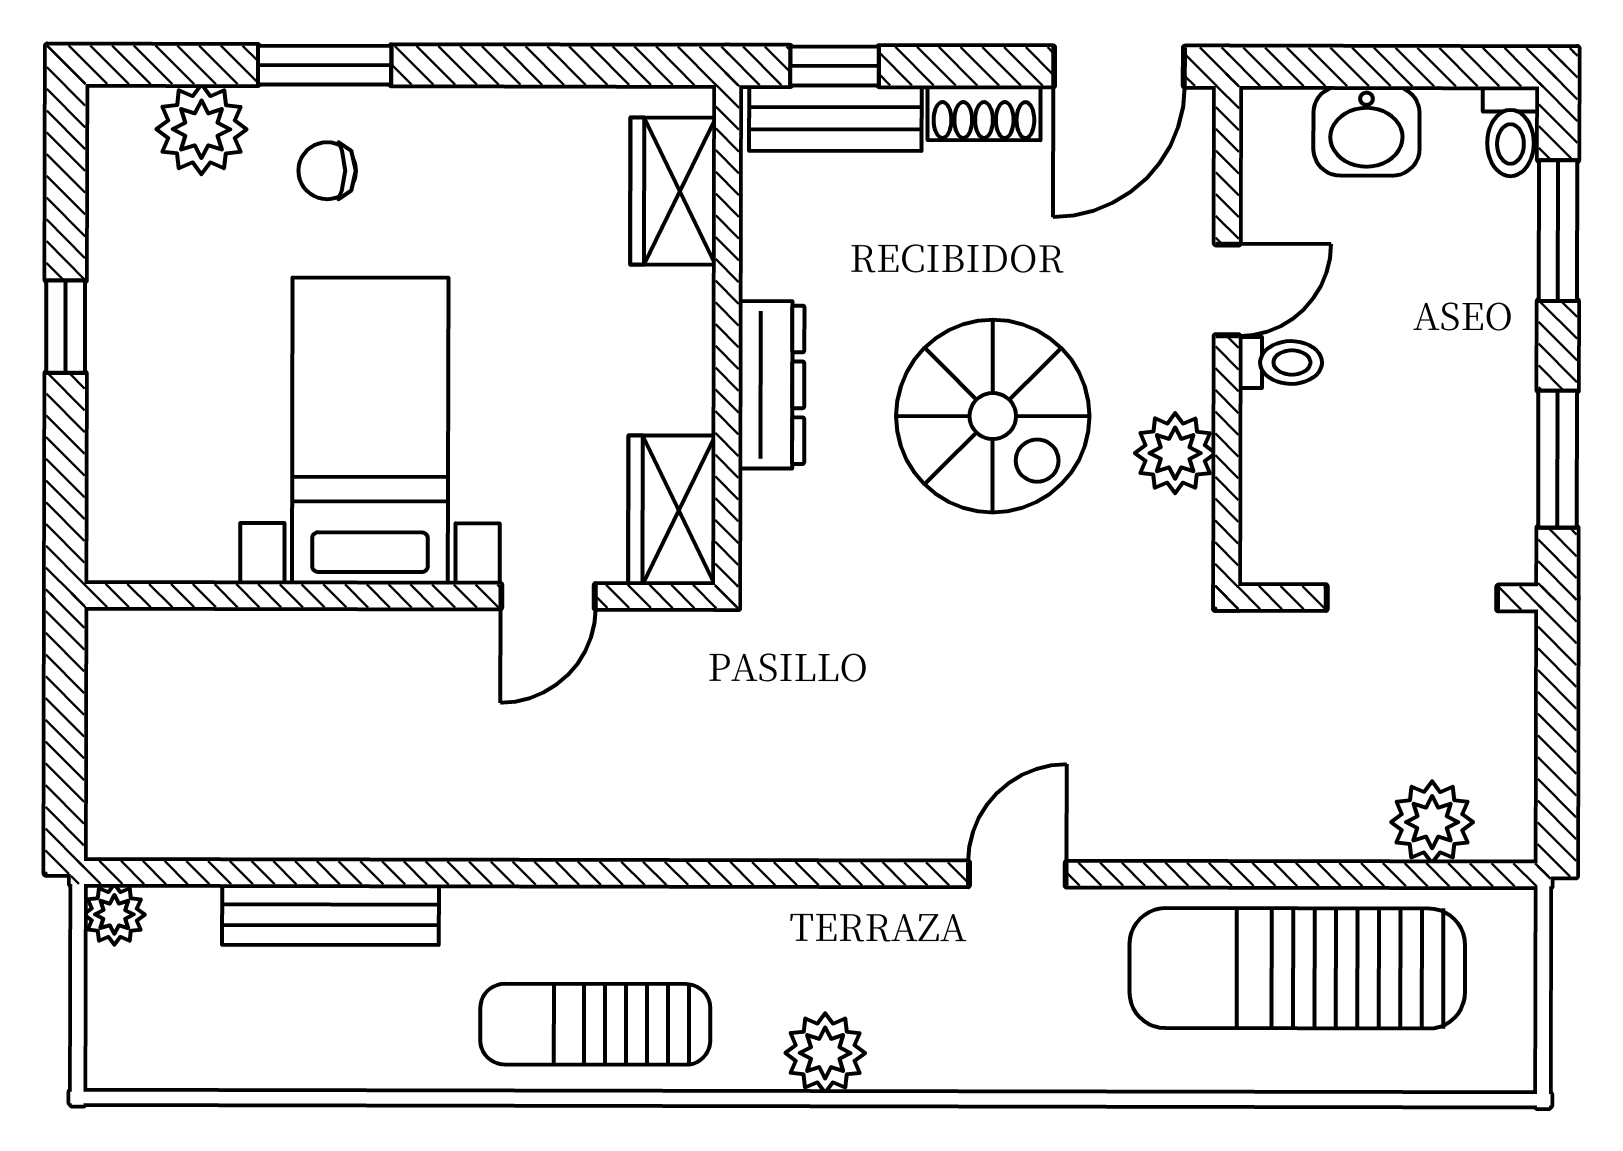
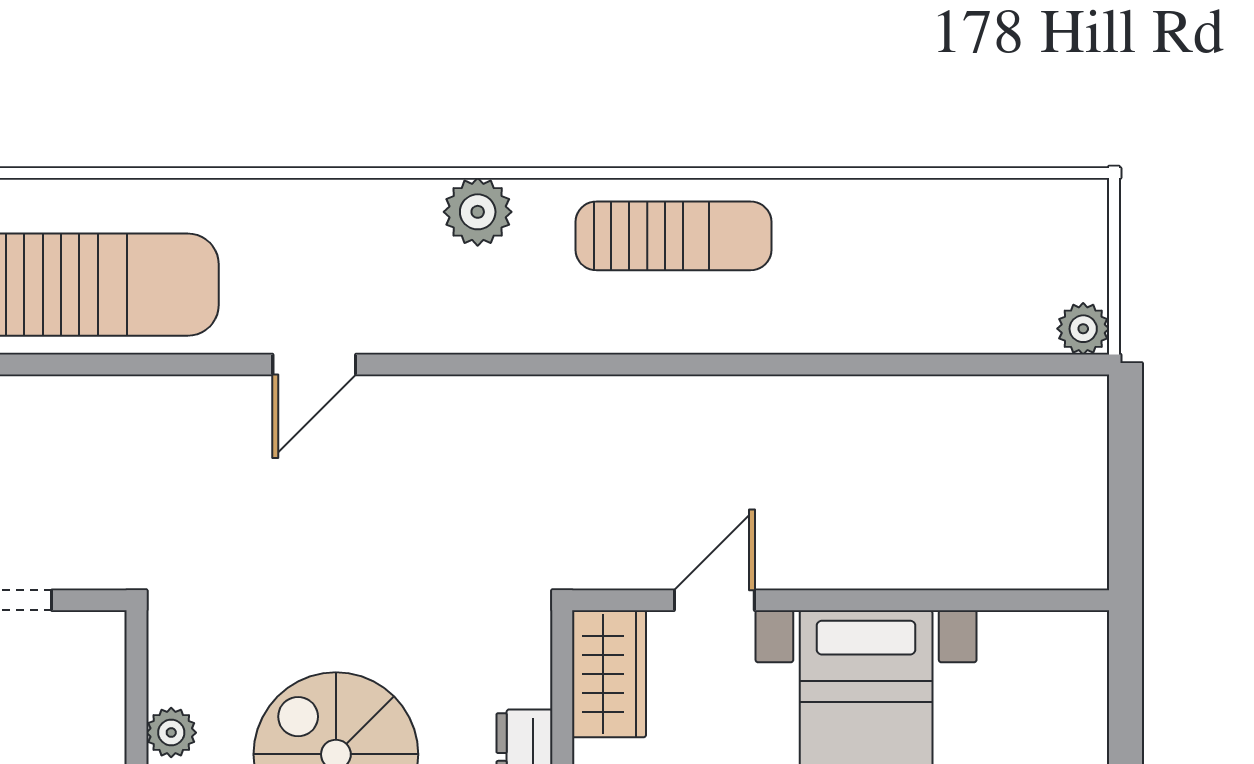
plant: (1175, 453) -> (171, 733), width x0.73, depth x0.73
bench: (331, 915) -> (899, 329), removed

